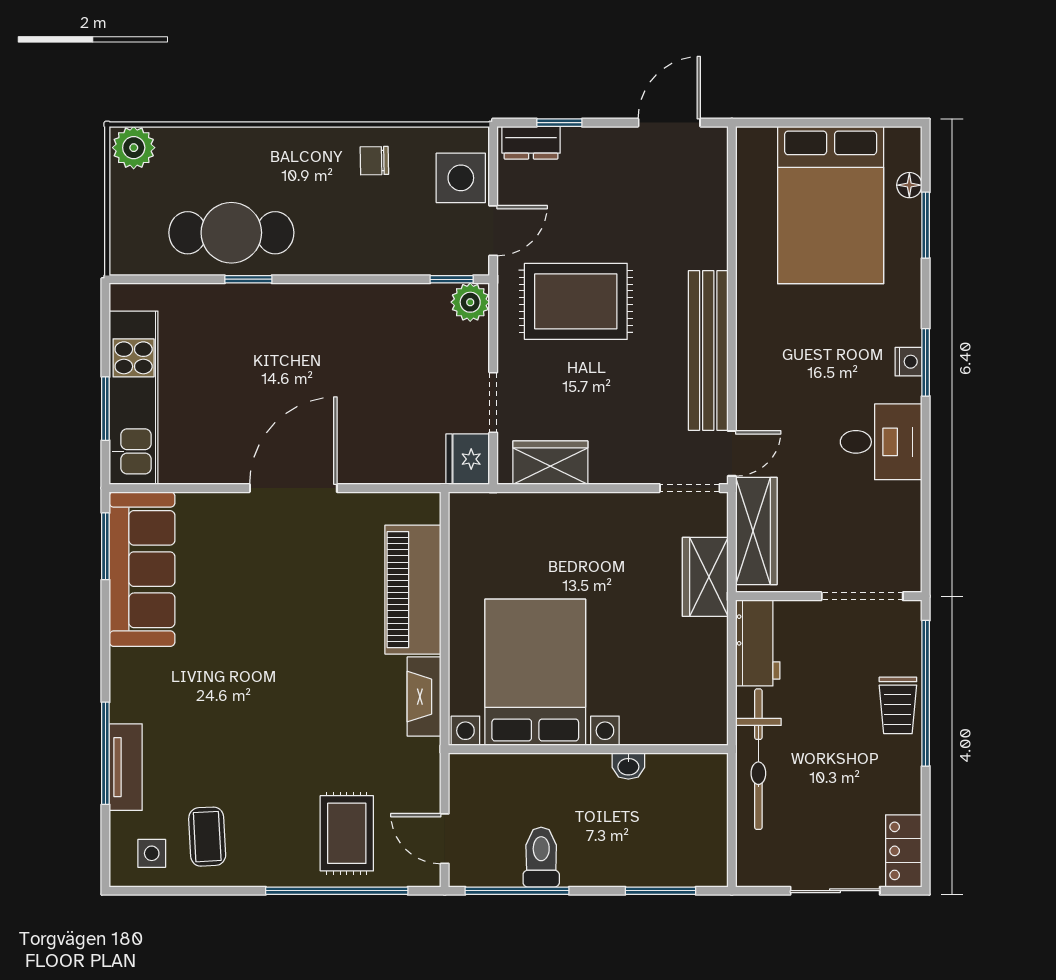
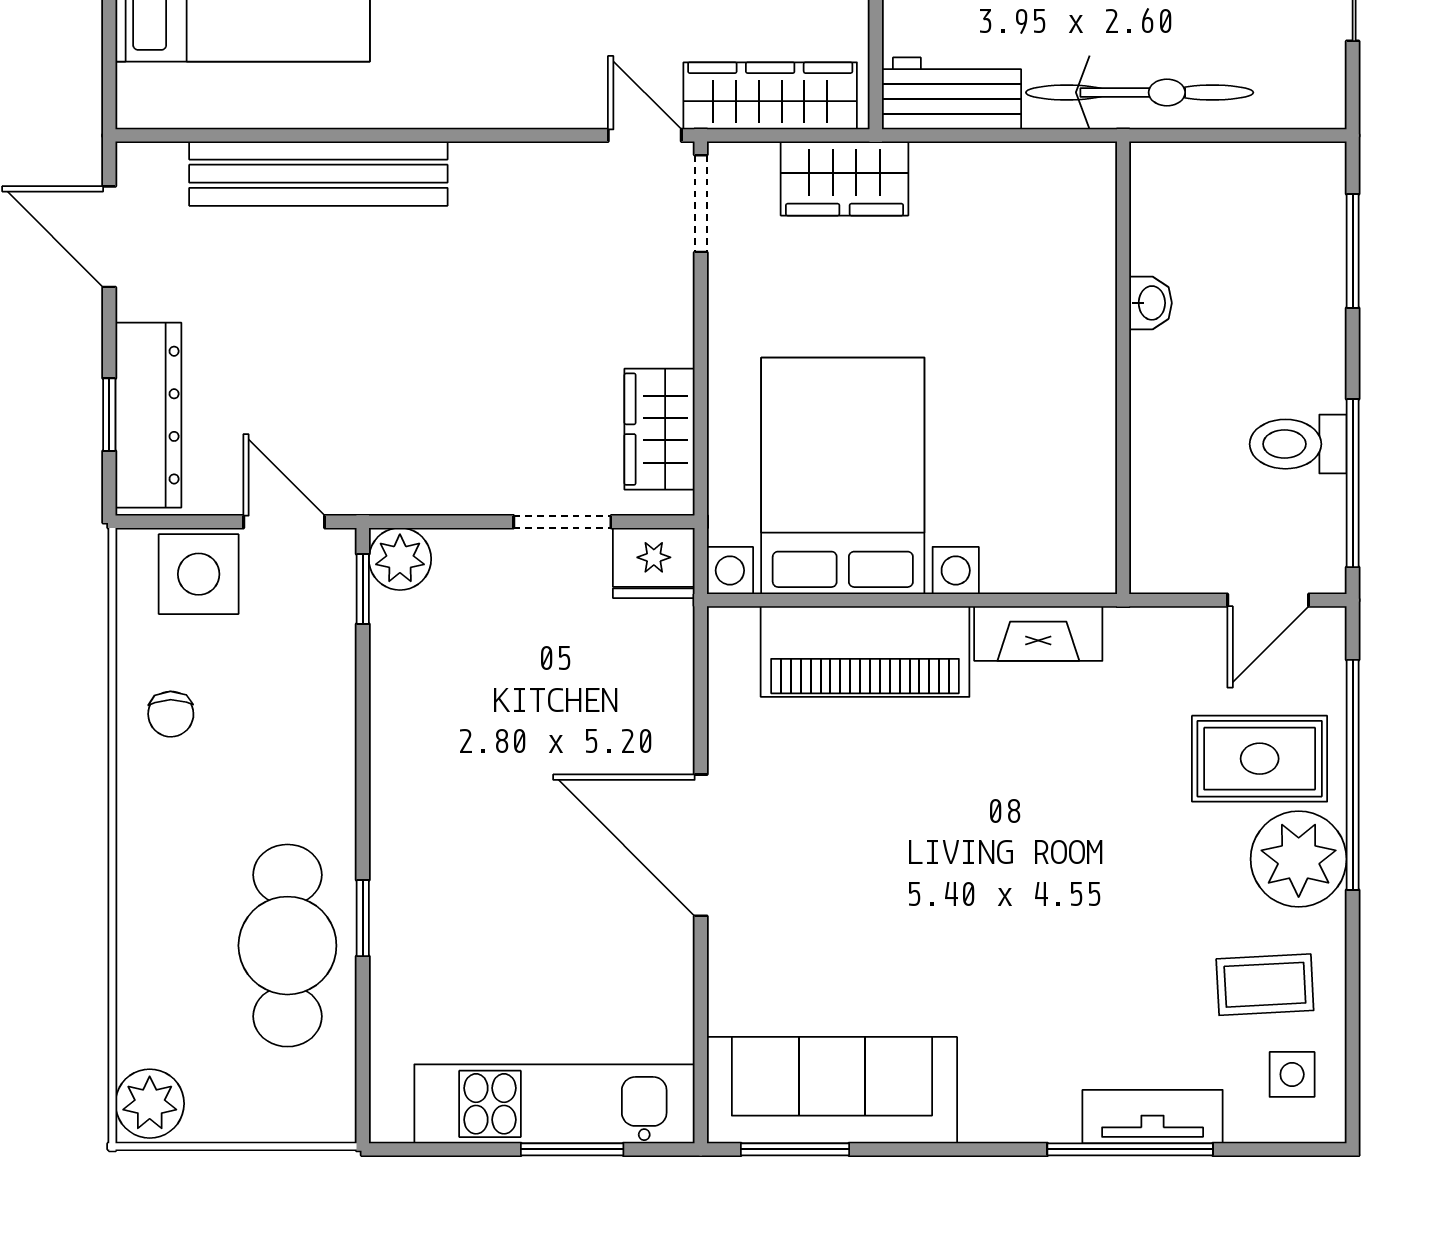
dresser: (531, 143) -> (148, 415), width x1.96, depth x1.24
rug: (576, 301) -> (399, 388), removed
bench: (708, 350) -> (318, 174), moved
bed with nightstands: (535, 672) -> (843, 476), moved, turned 90
plant: (285, 857) -> (1299, 859), added

